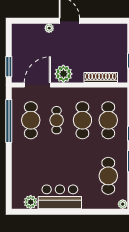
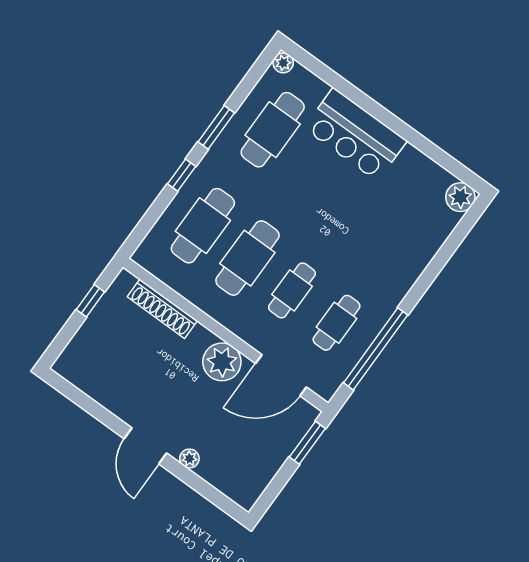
cafe table: (31, 120) -> (337, 323), width x0.73, depth x0.74
bar counter: (60, 197) -> (355, 135), moved
plant: (31, 202) -> (460, 197), moved

